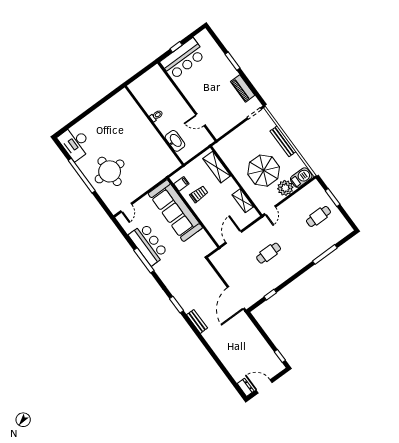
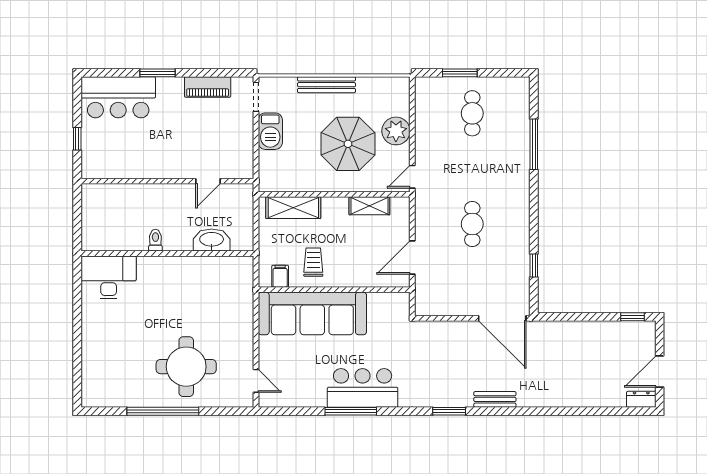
bar counter: (183, 59) -> (118, 97), moved, turned 90
desk: (75, 143) -> (109, 277), moved, turned 180
barbecue: (301, 178) -> (270, 131), moved, turned 180
door: (270, 210) -> (412, 177), swing flipped
door: (234, 237) -> (412, 258), hinge flipped
bar counter: (148, 244) -> (363, 388), moved

